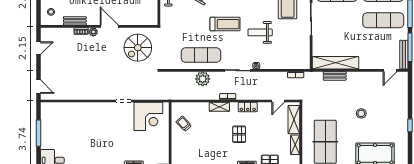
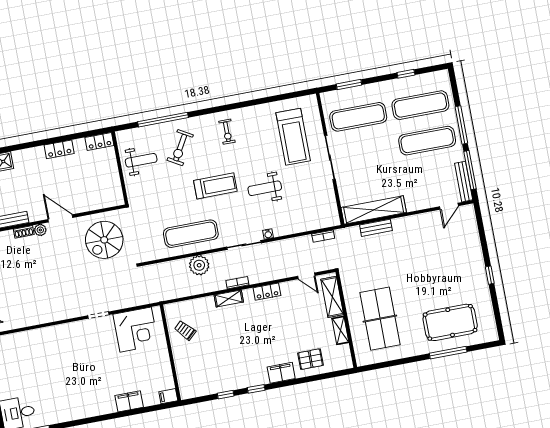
door: (278, 101) -> (306, 276), hinge flipped
stool: (361, 113) -> (421, 271), removed
pallet: (239, 134) -> (262, 330), removed

